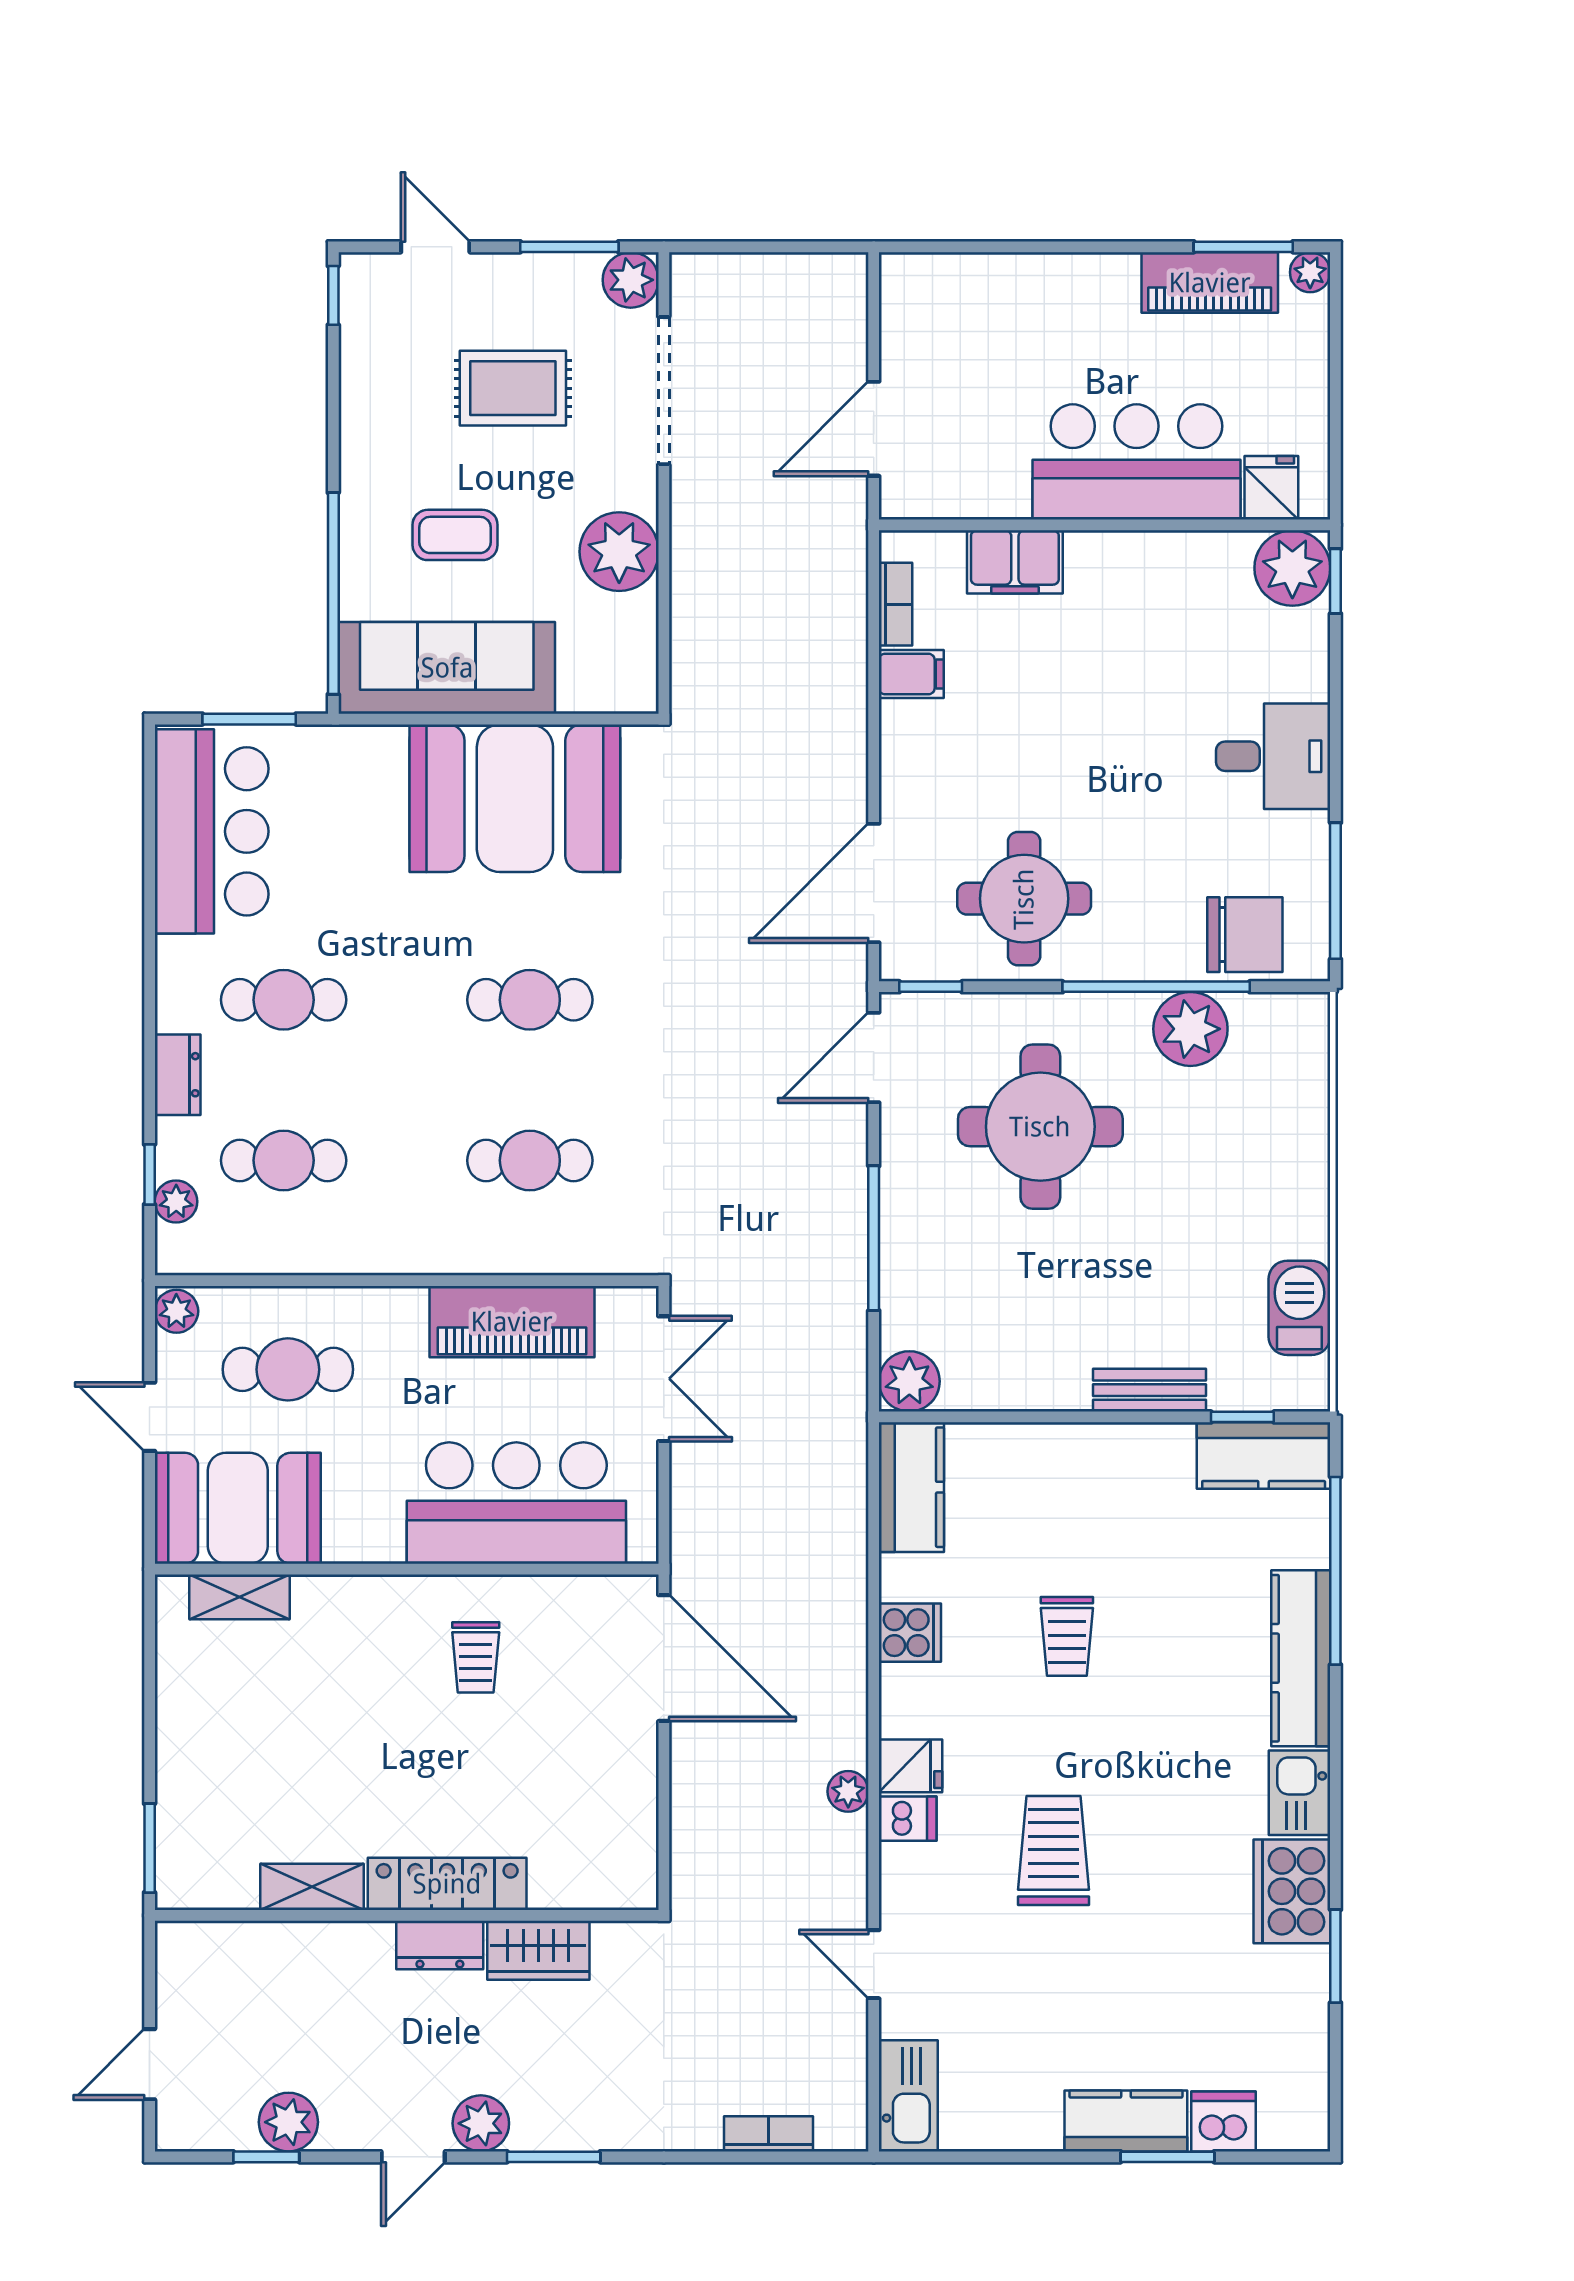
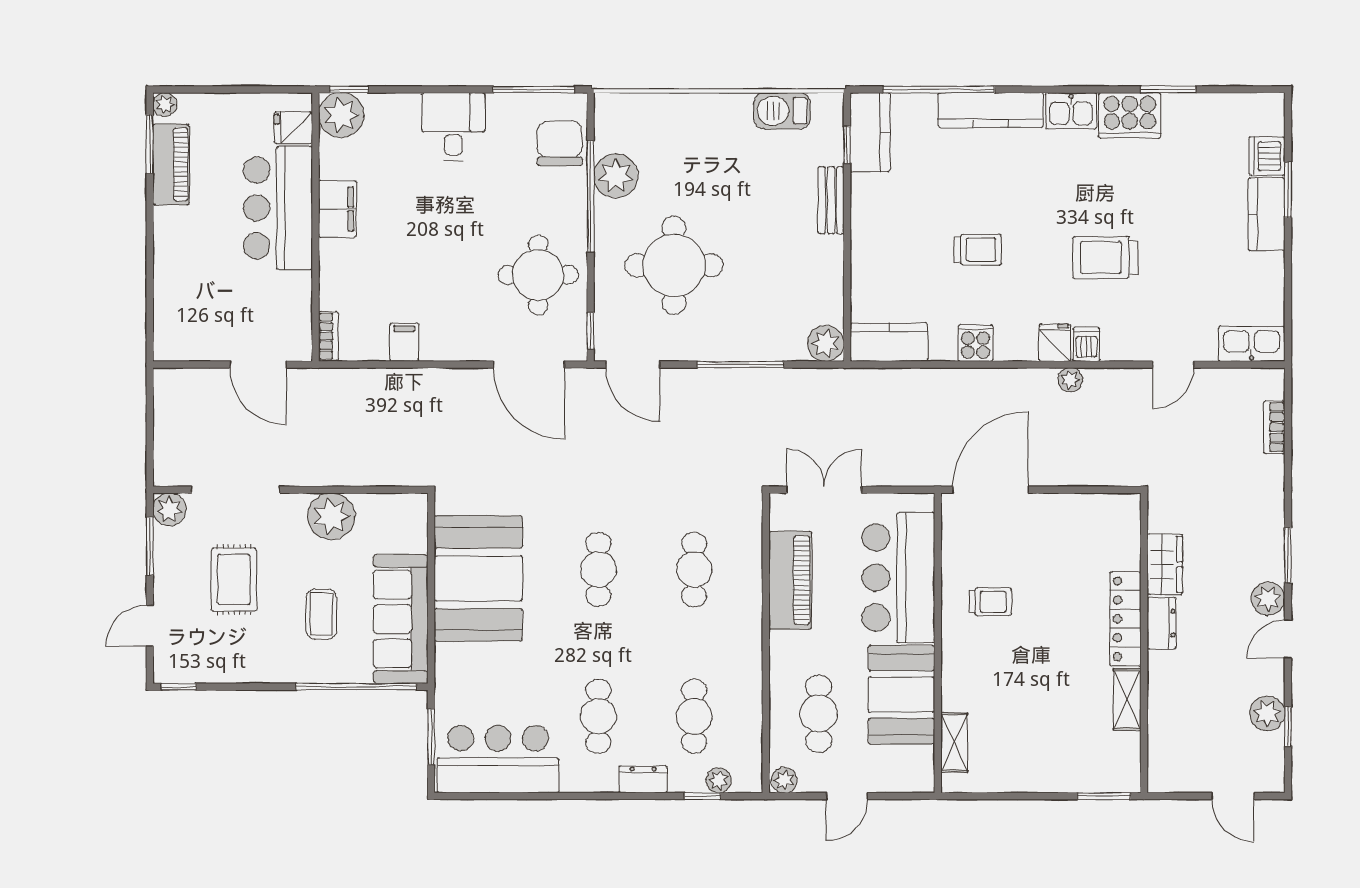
filing cabinet: (1015, 562) -> (337, 209), moved
bookcase: (896, 604) -> (328, 336), moved, turned 90
booth: (238, 1508) -> (901, 695), moved
door: (413, 2157) -> (1288, 639), swing flipped

